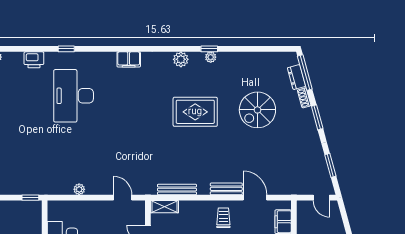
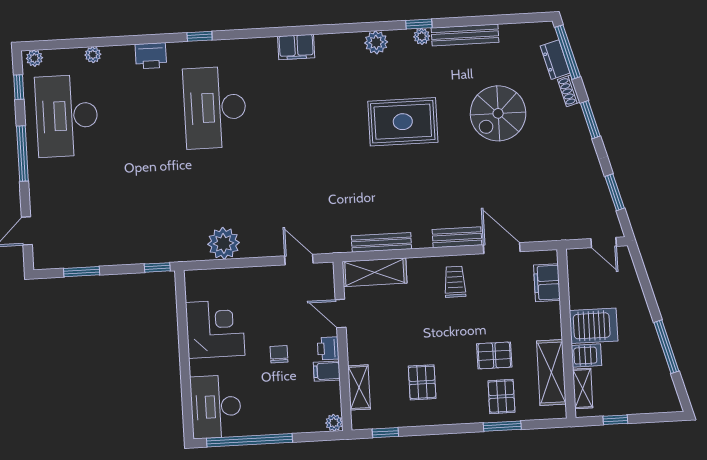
bench: (239, 58) -> (465, 35), added
plant: (79, 189) -> (224, 243), width x1.88, depth x1.88
shelving: (164, 207) -> (374, 272), width x1.50, depth x1.33

